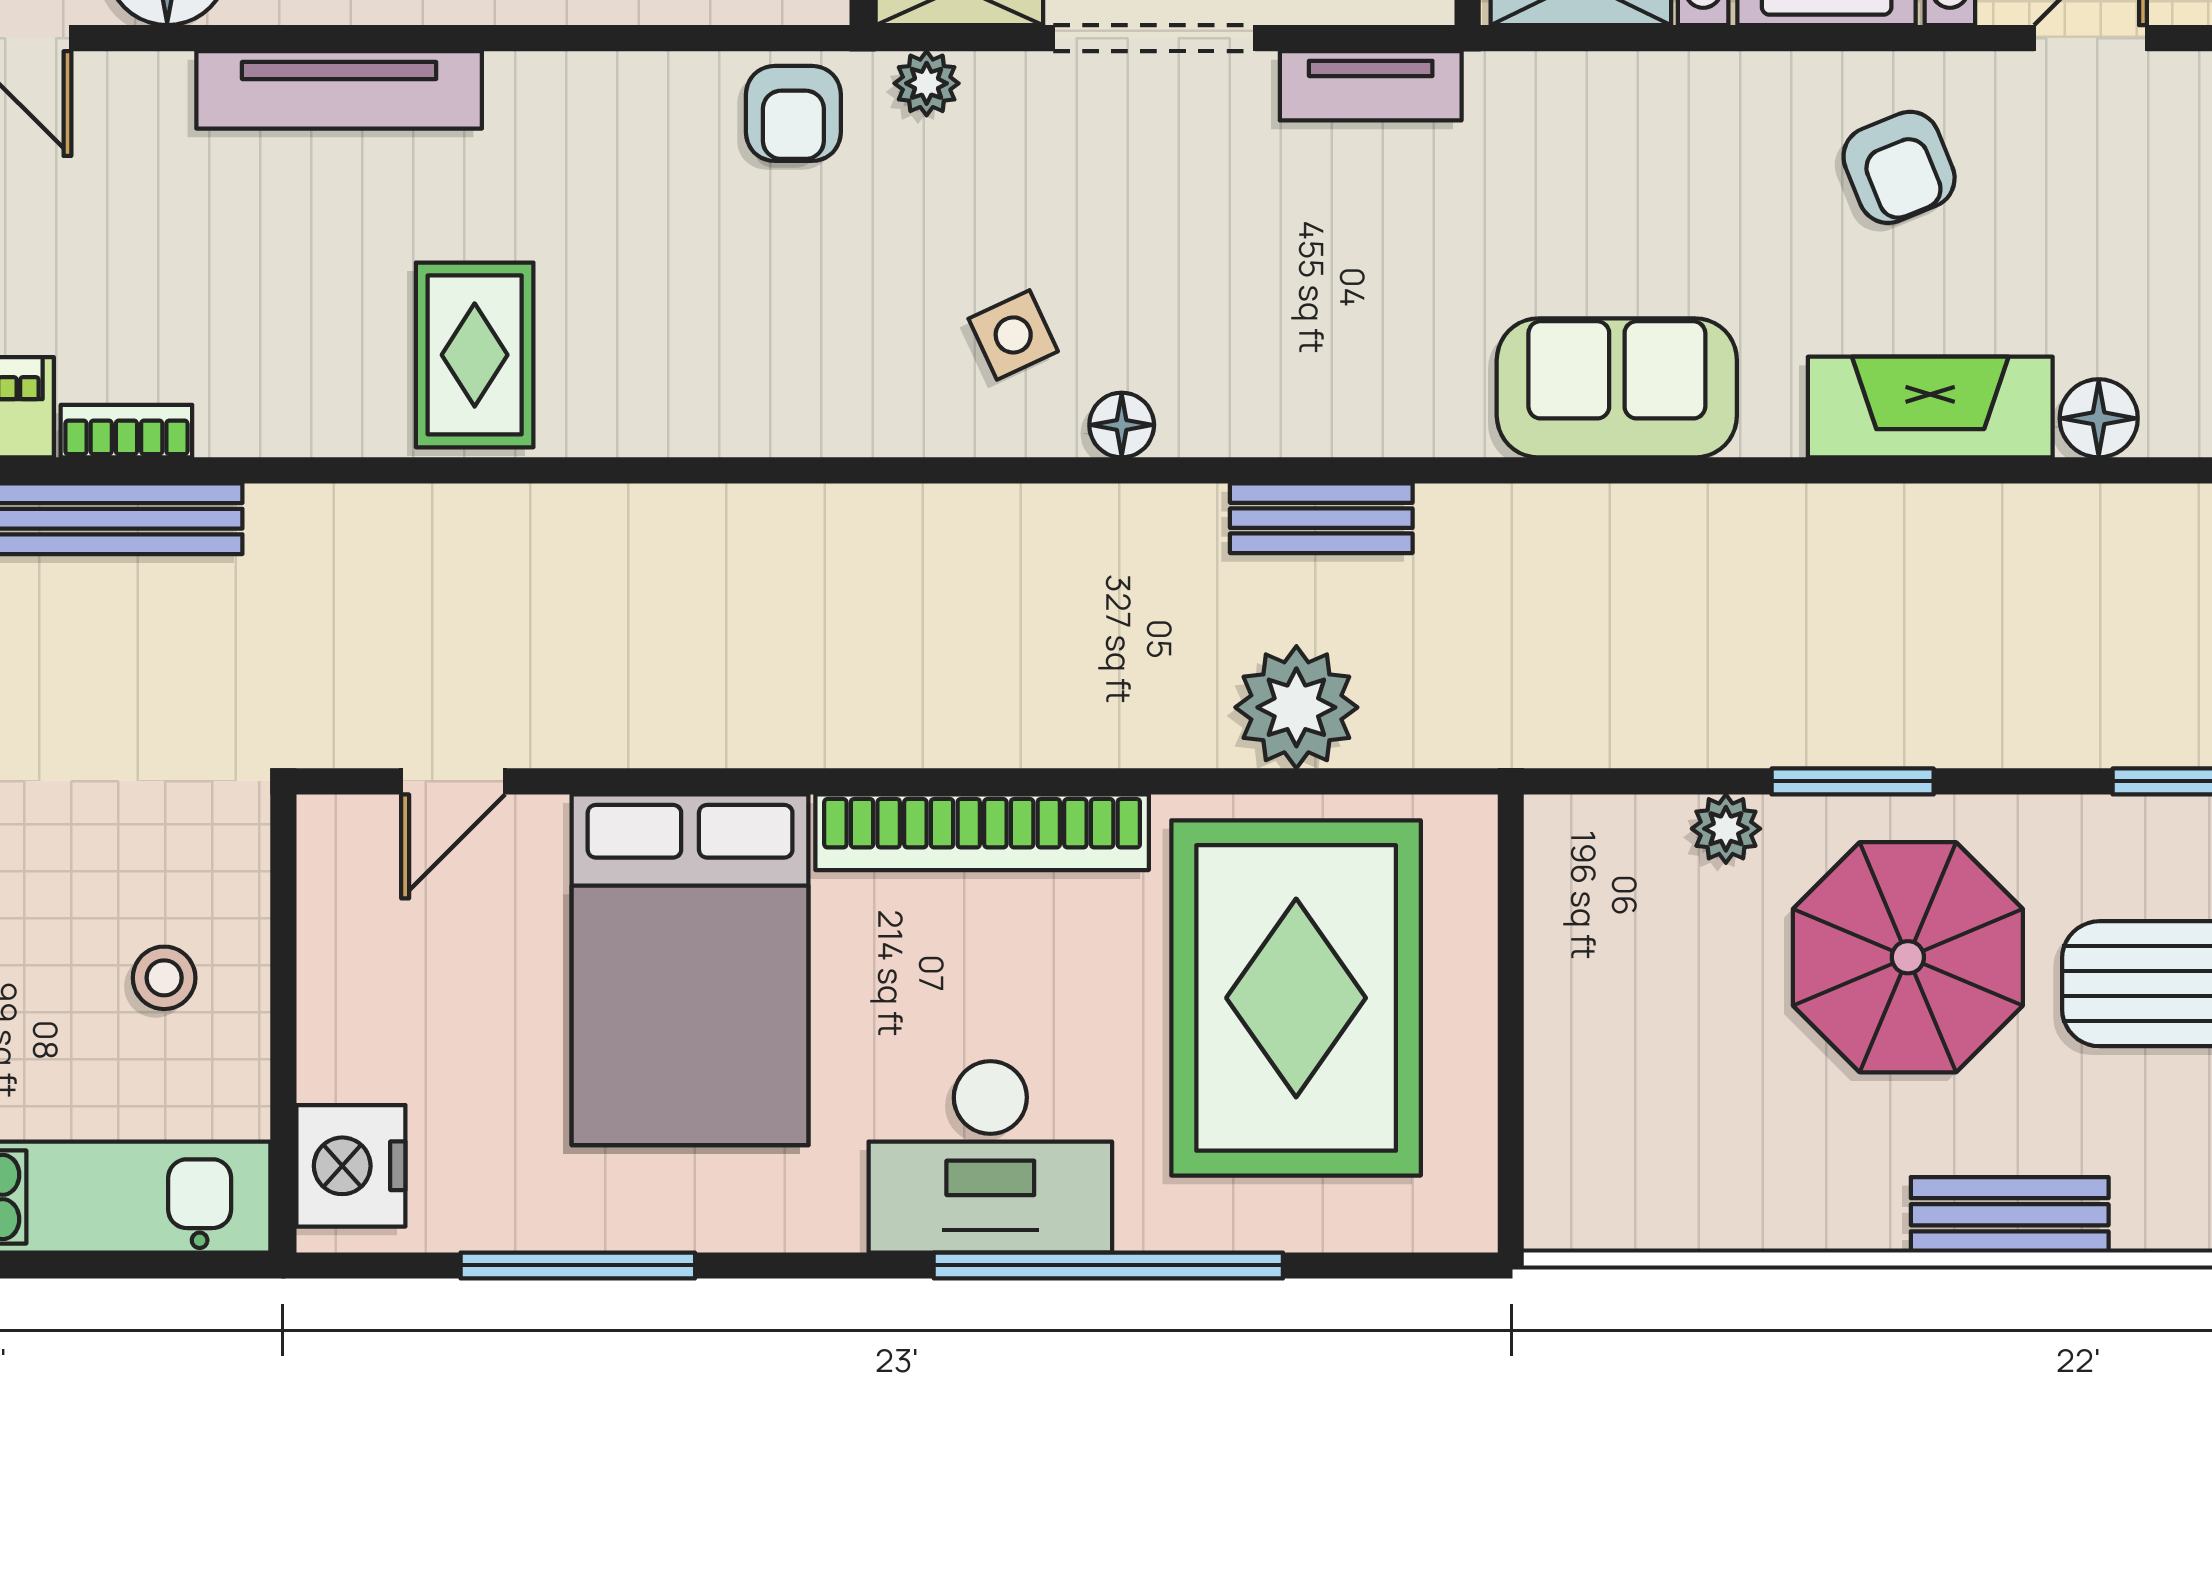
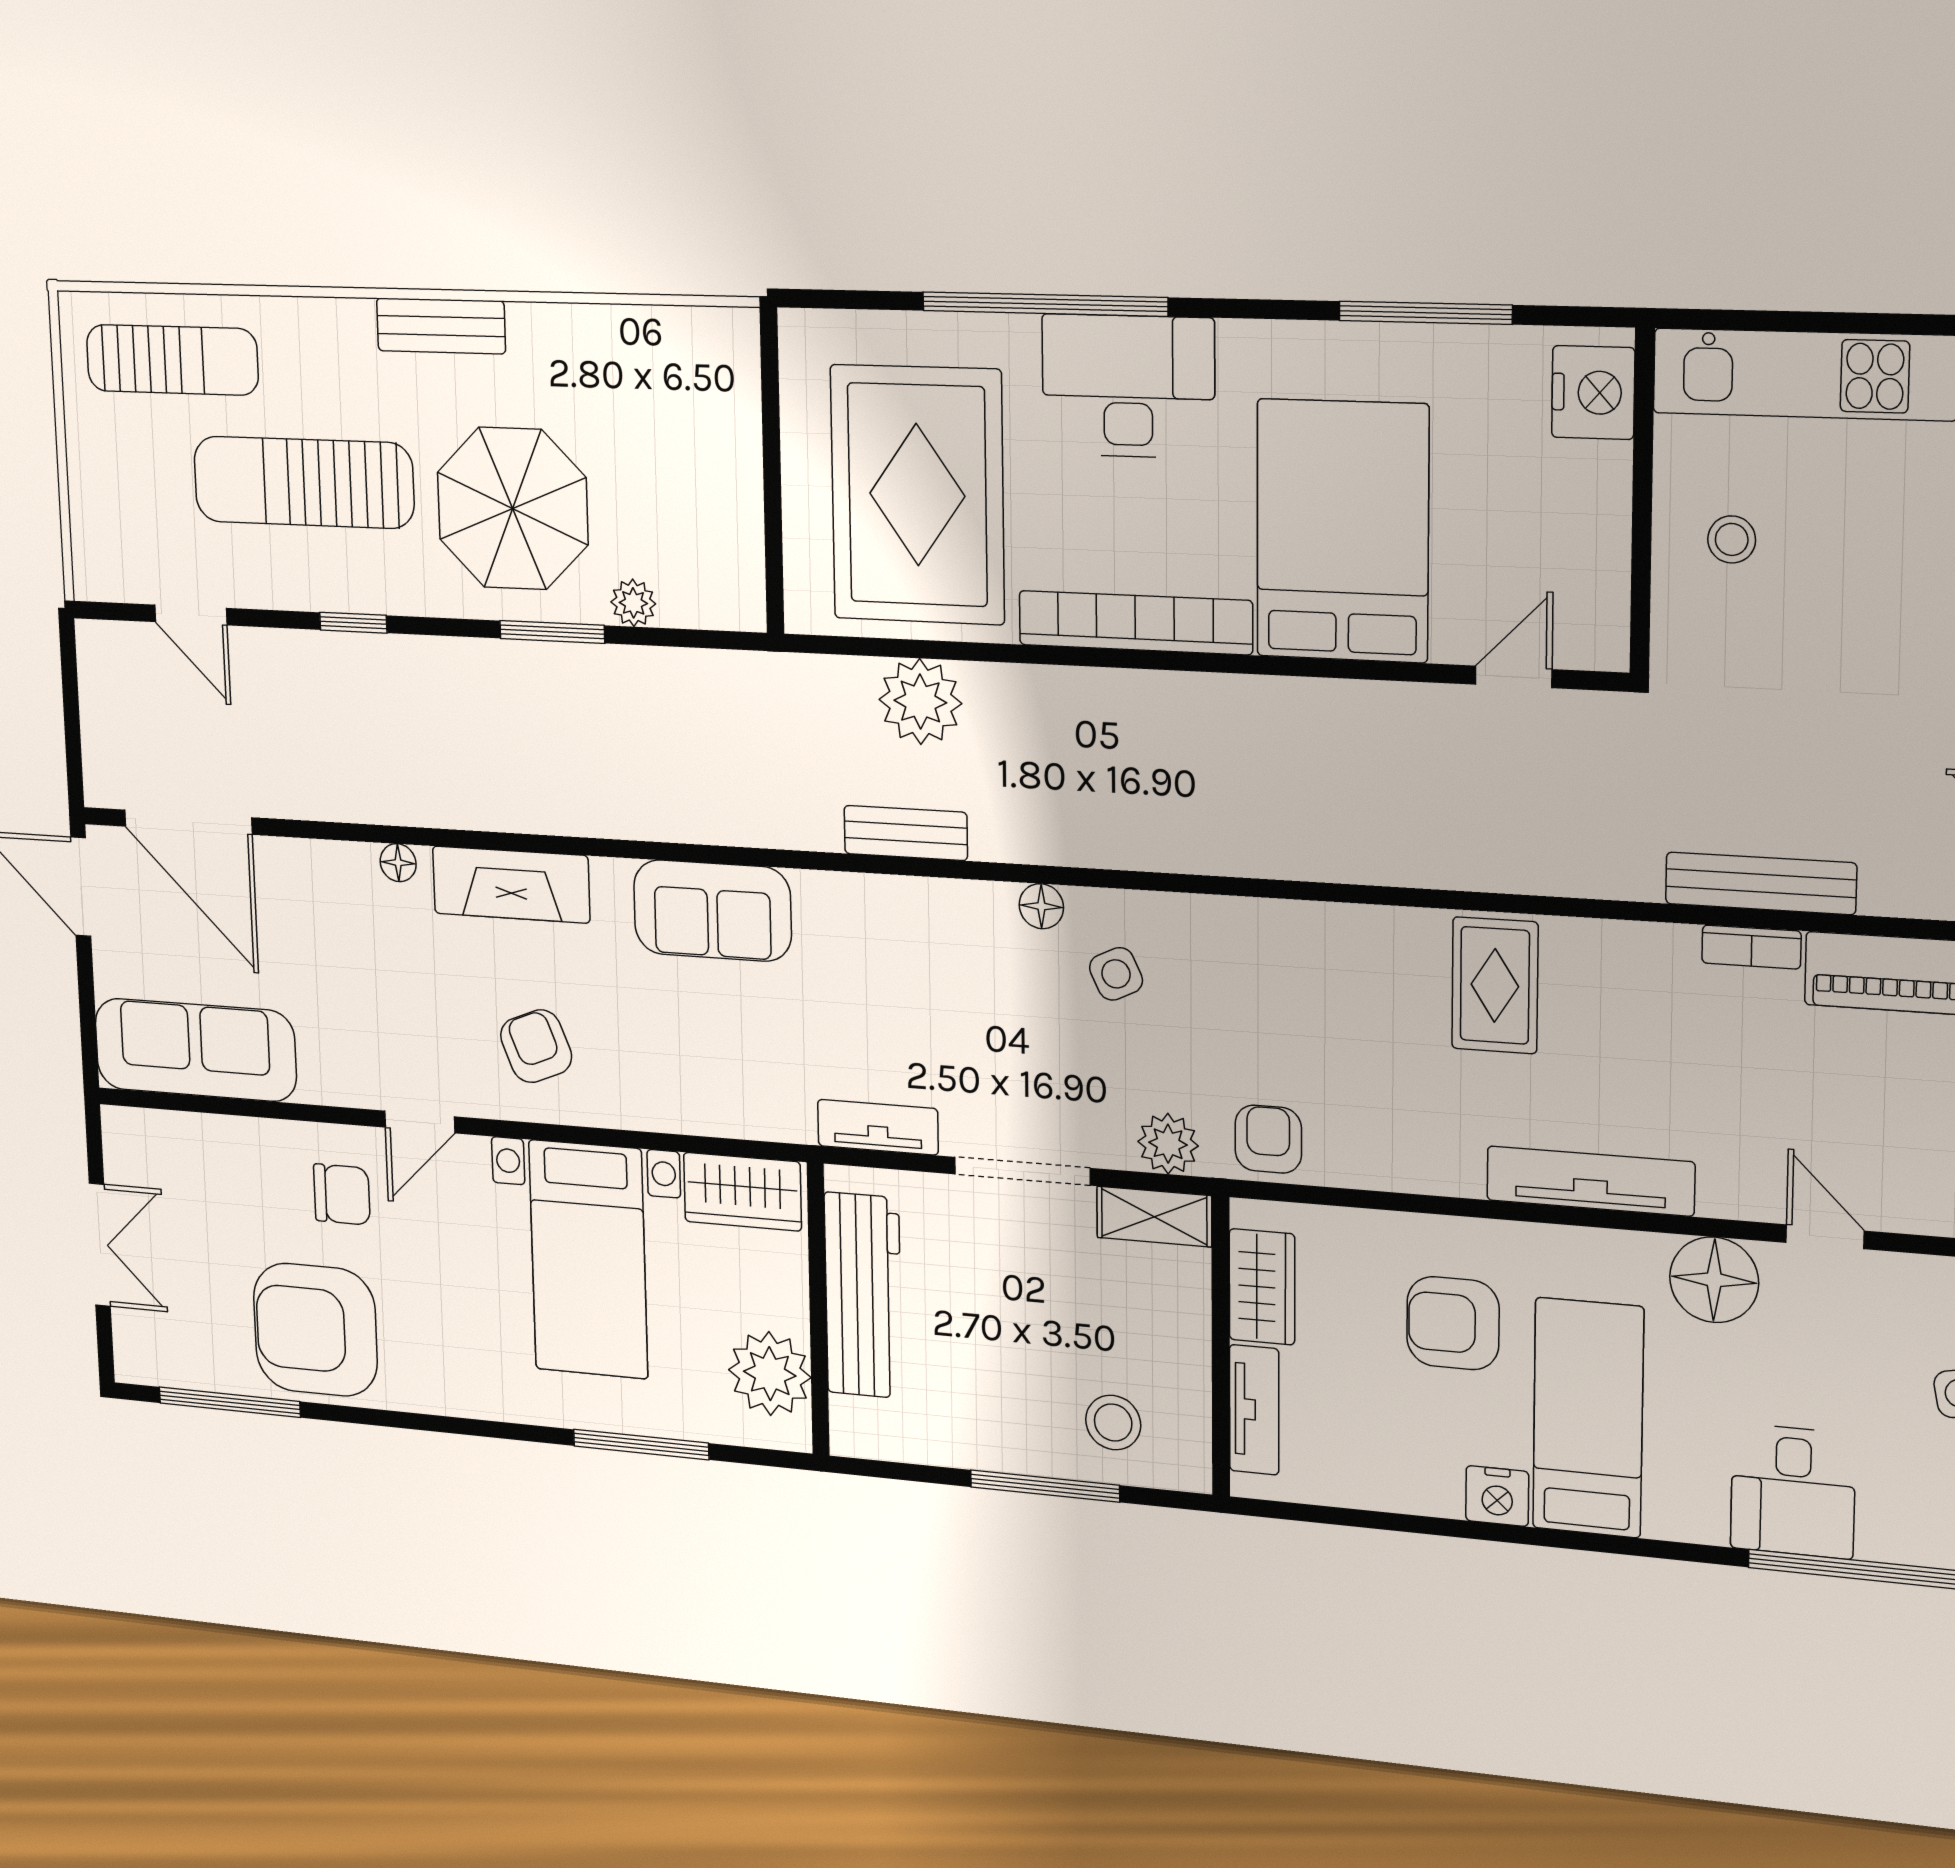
plant: (927, 83) -> (1168, 1144), width x1.38, depth x1.38
floor lamp: (2099, 418) -> (398, 863), width x0.73, depth x0.73

